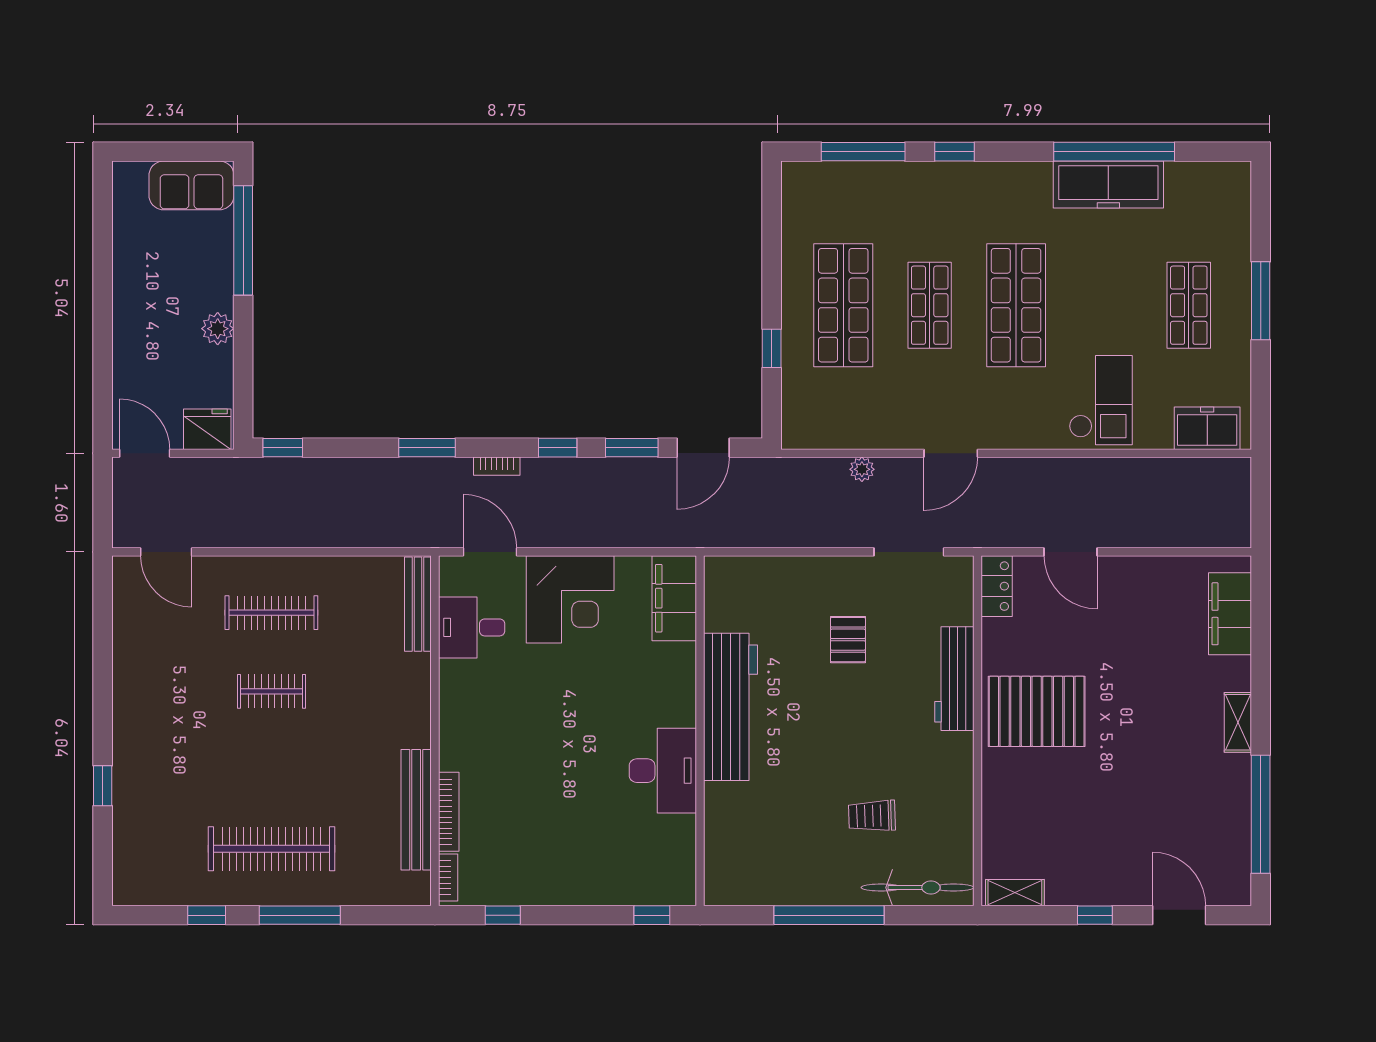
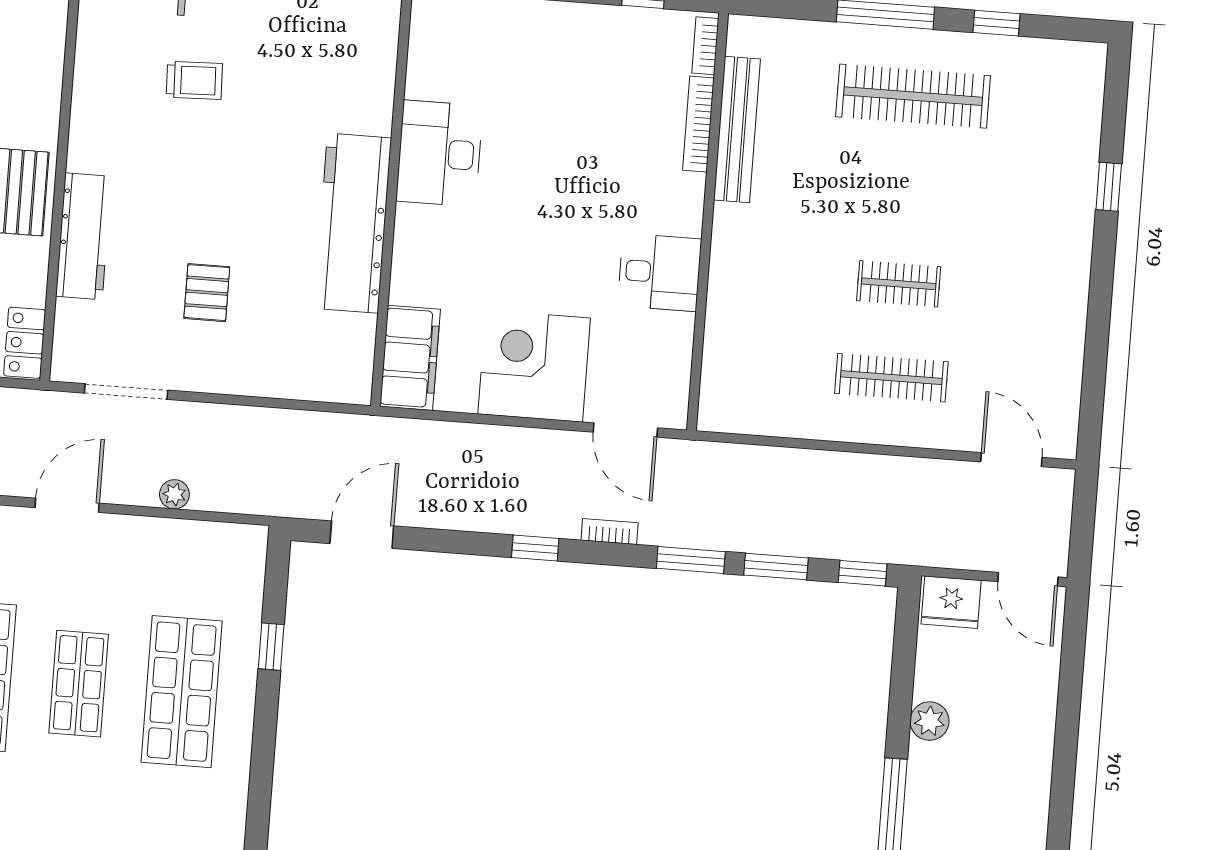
window: (632, 448) -> (776, 567), moved
bench: (418, 604) -> (716, 374), removed
desk: (472, 627) -> (660, 272), moved

